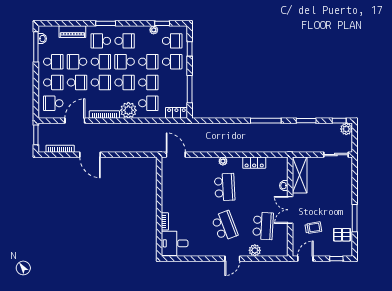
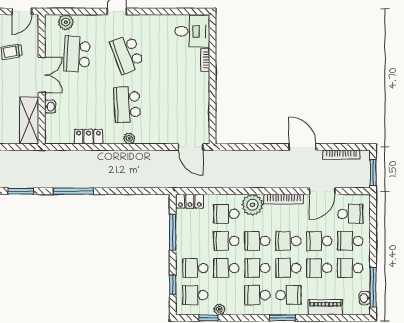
school desk: (77, 62) -> (319, 268), turned 180
school desk: (125, 62) -> (257, 268), turned 180
plant: (255, 250) -> (66, 22), moved

